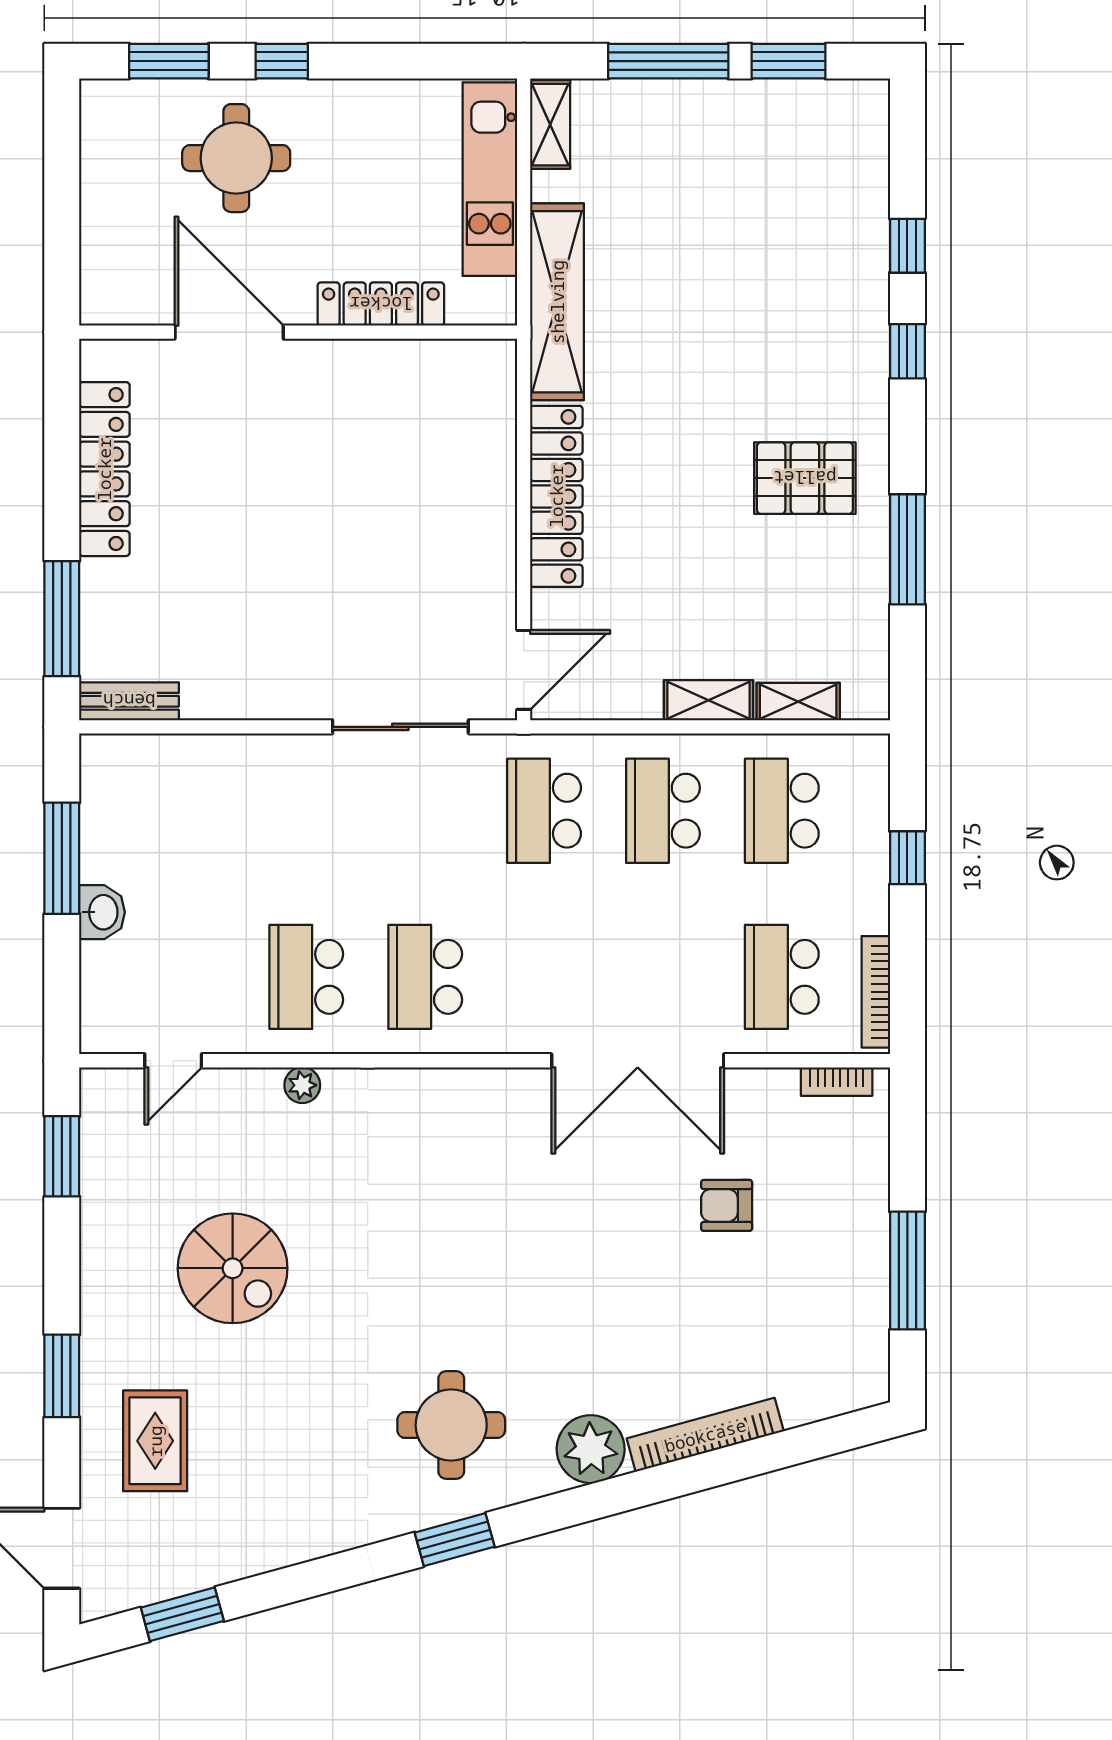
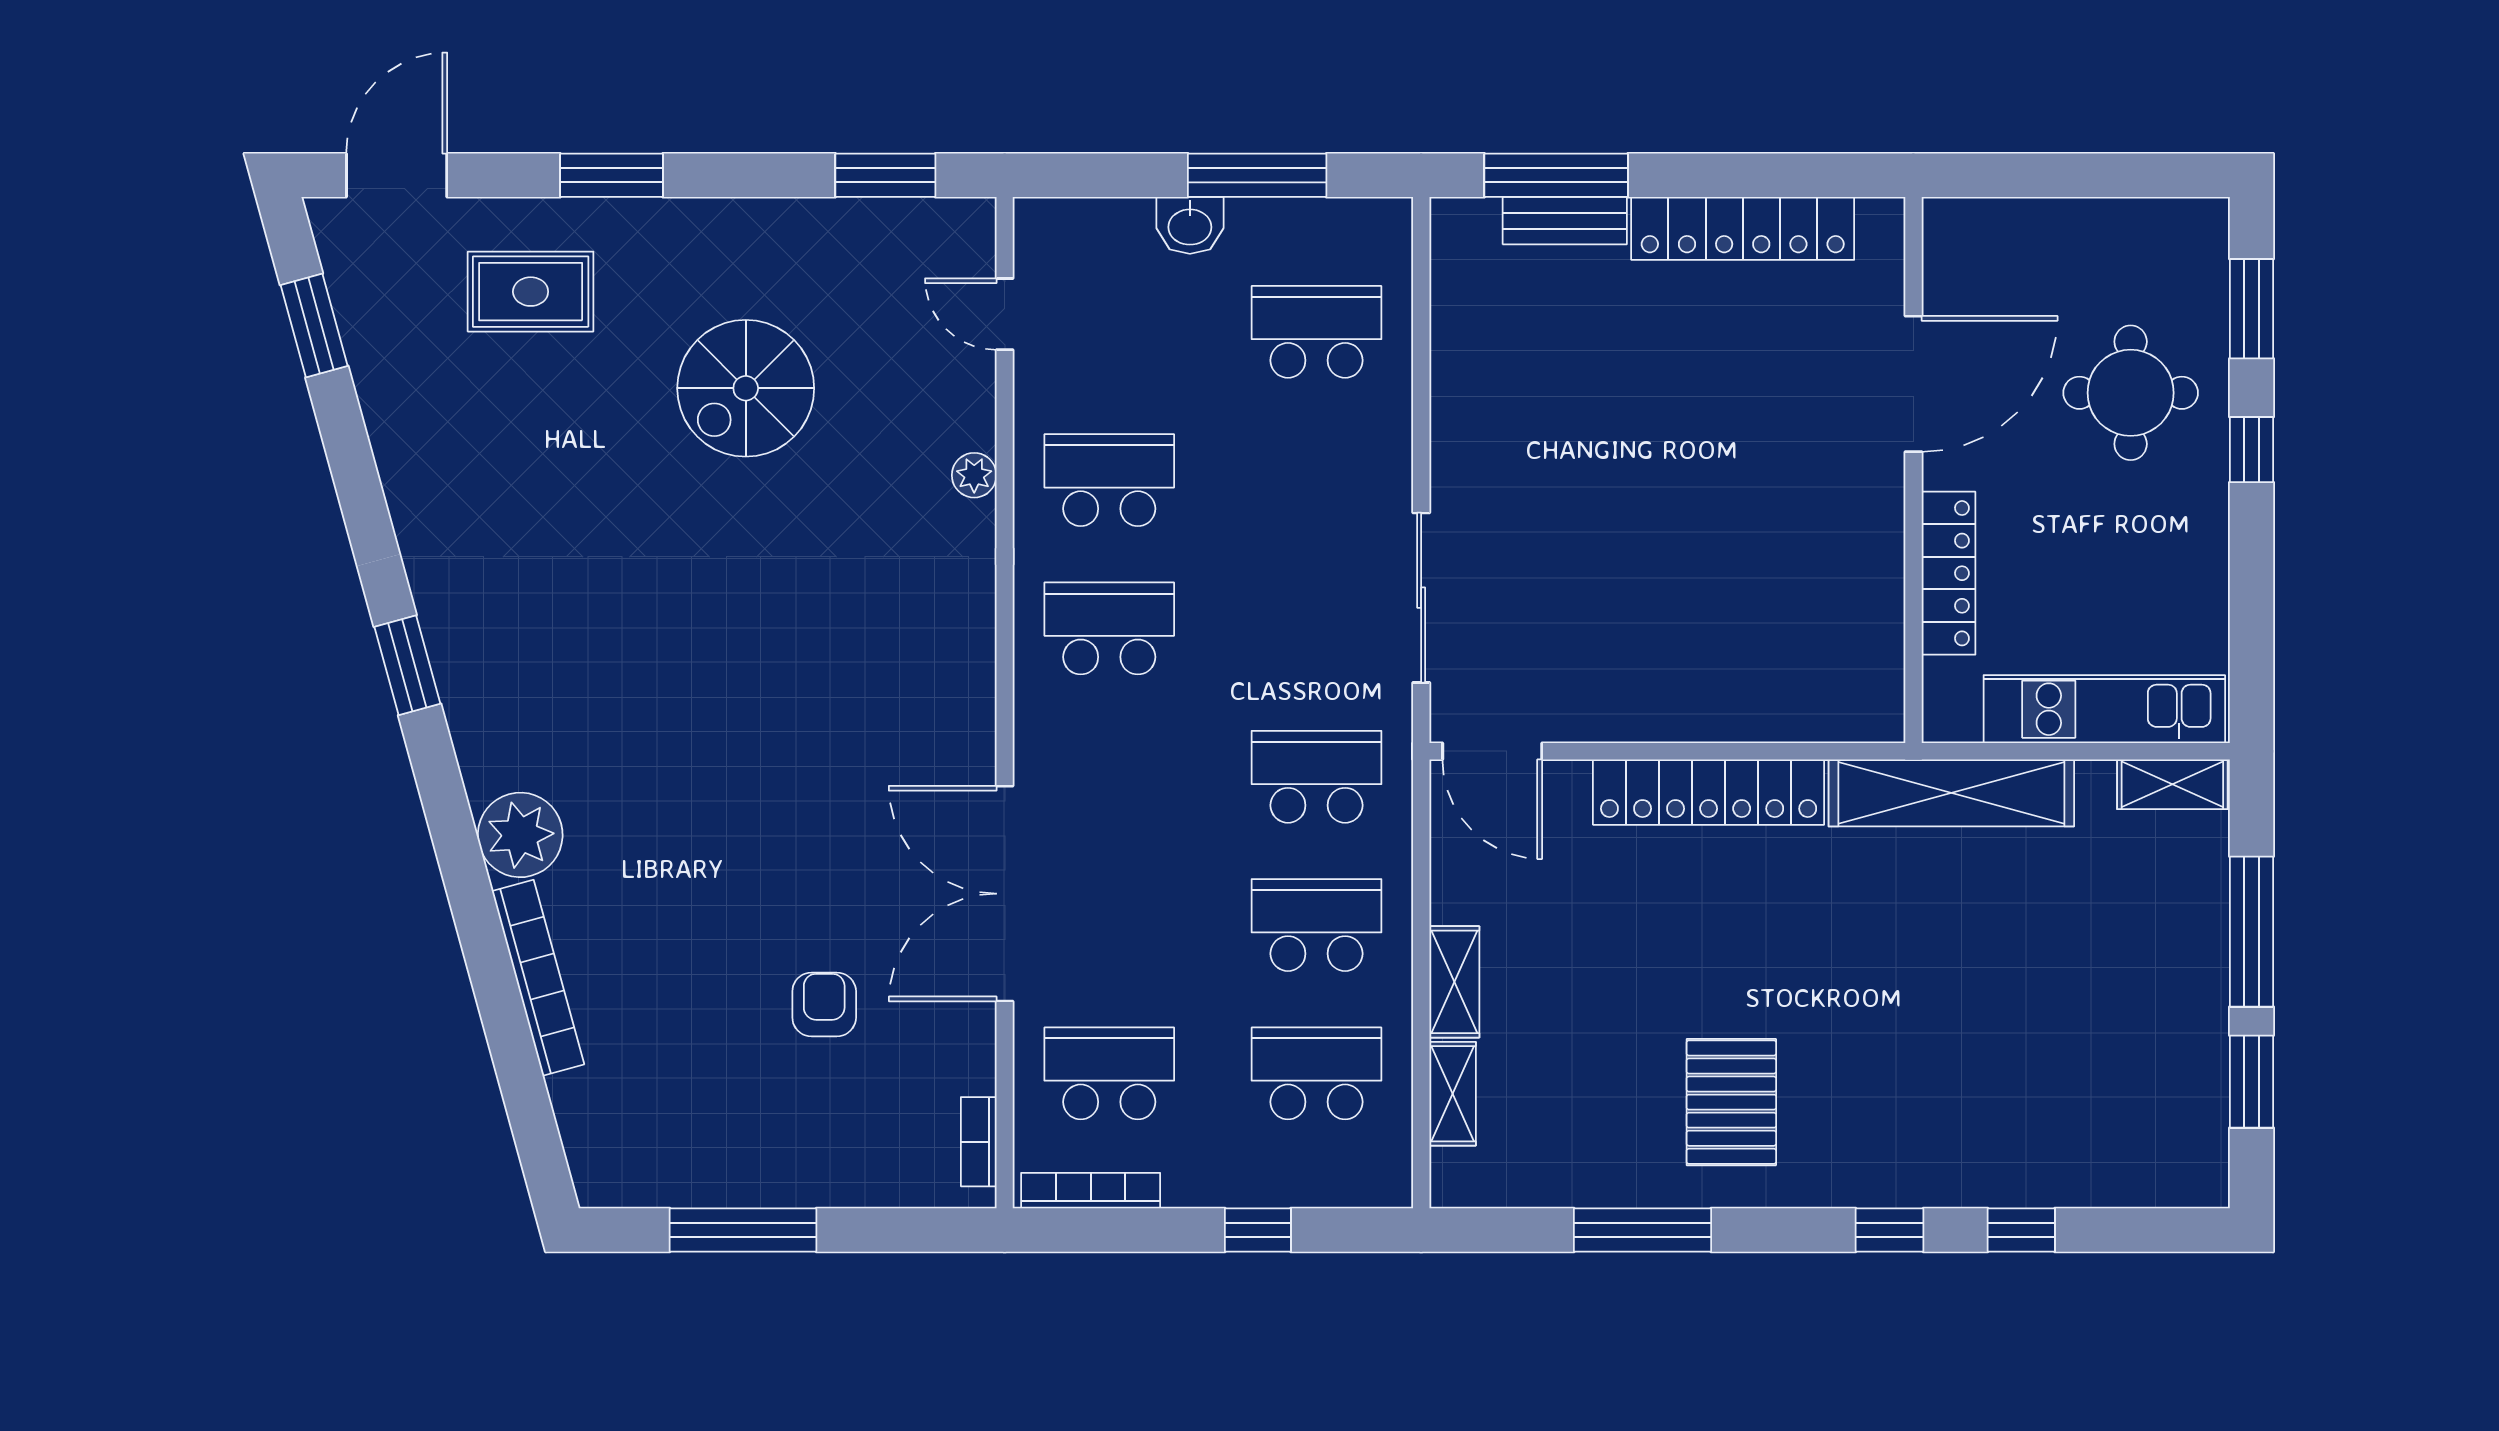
bench: (129, 701) -> (1565, 221), moved, turned 90
school desk: (187, 811) -> (1317, 332), added
round table: (451, 1425) -> (550, 661), removed

